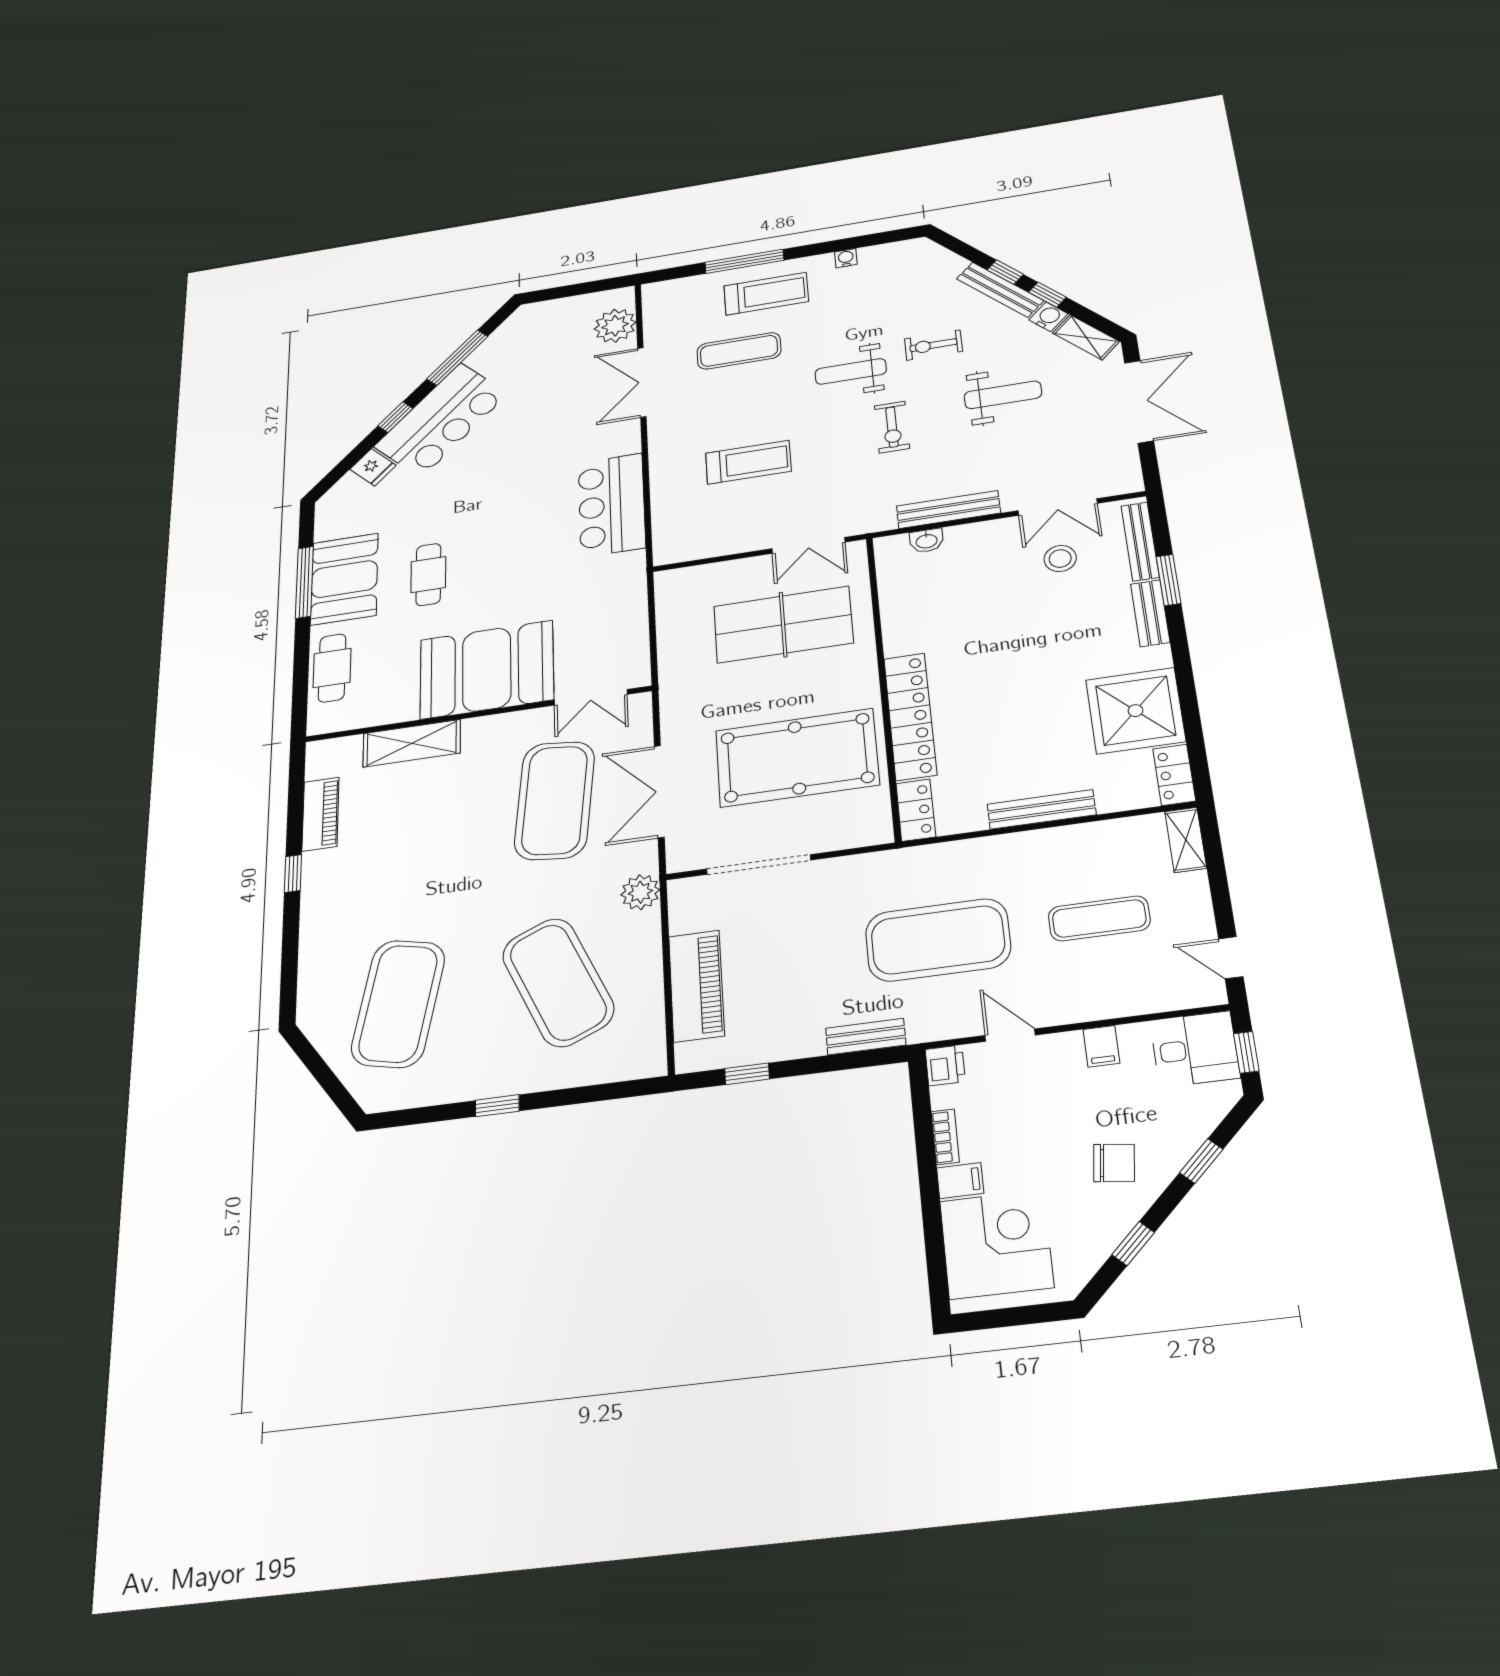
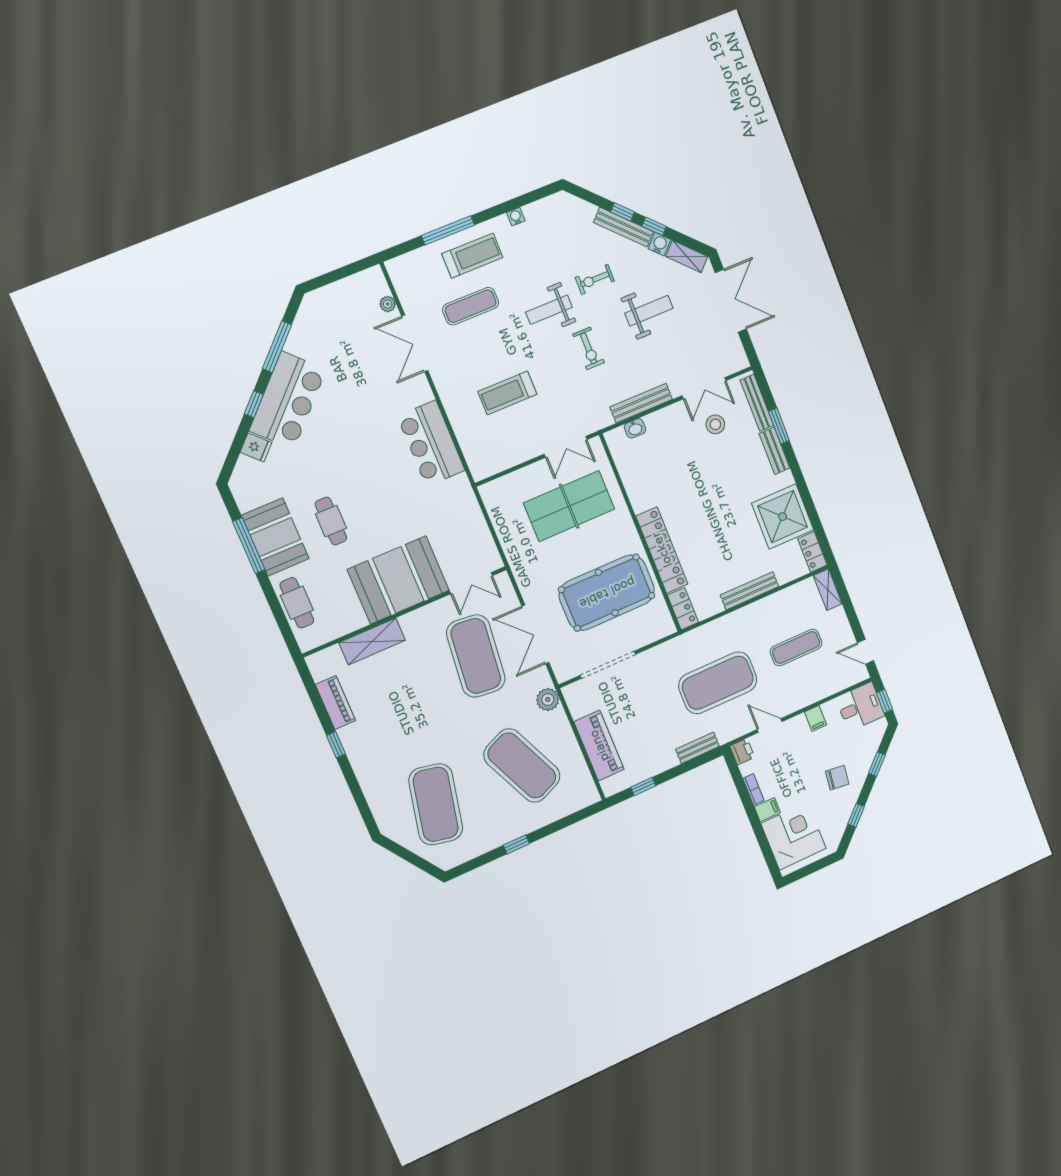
plant: (615, 326) -> (388, 304), width x0.53, depth x0.53
treadmill: (748, 462) -> (507, 393), turned 180

